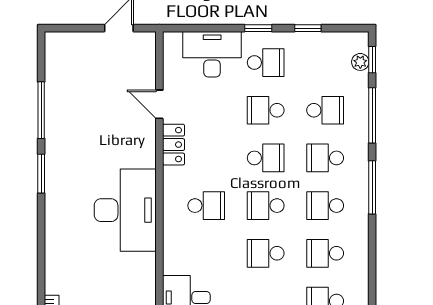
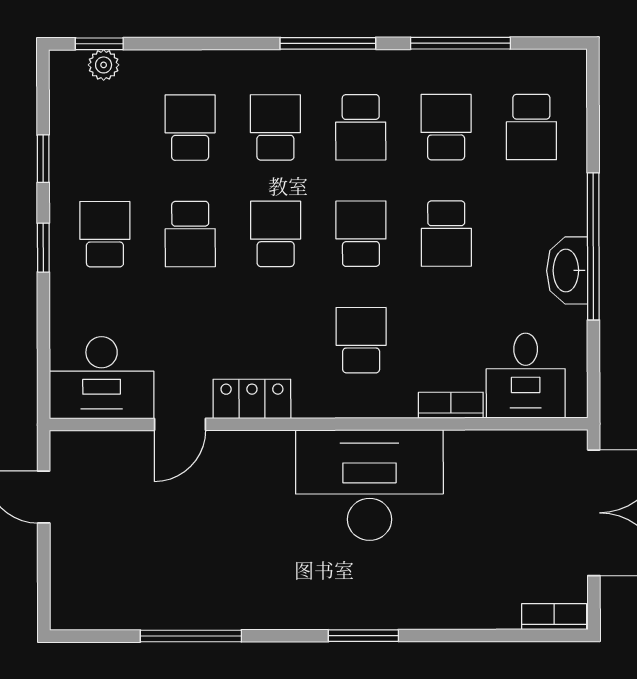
desk: (212, 54) -> (102, 378), moved, turned -90
window: (372, 115) -> (460, 43), moved
school desk: (325, 158) -> (275, 127), turned 180
window: (41, 174) -> (363, 636), moved
school desk: (266, 206) -> (361, 234), turned 180
school desk: (325, 253) -> (446, 127), turned 180
bookcase: (170, 256) -> (451, 405), added

